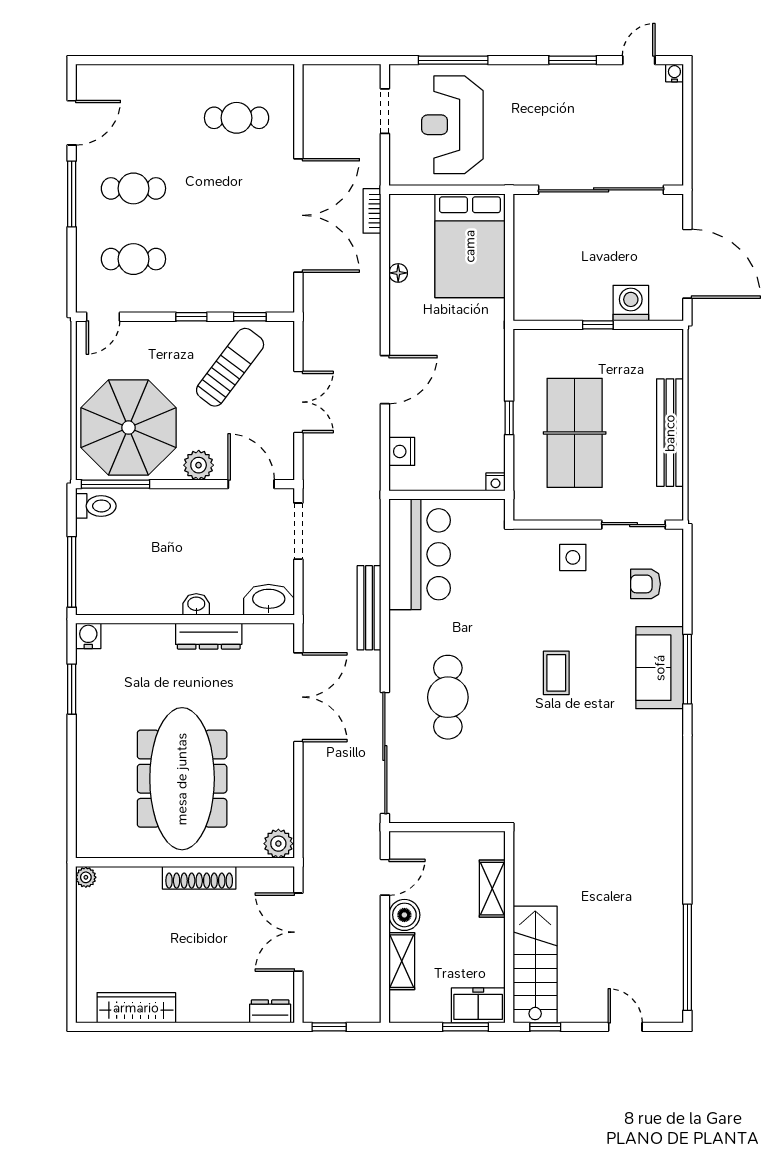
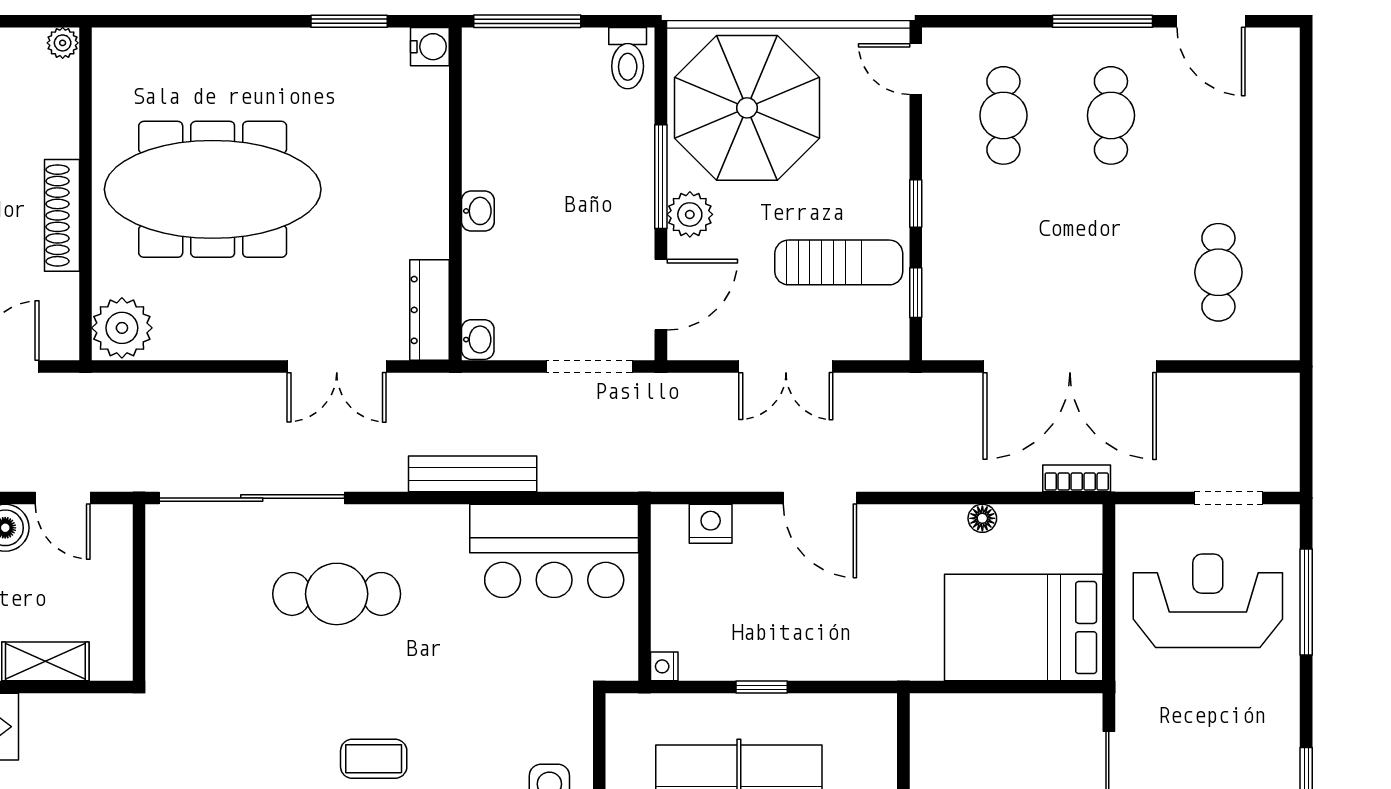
sun lounger: (230, 367) -> (839, 262), turned -37
window: (116, 484) -> (661, 177), moved
washbasin: (269, 600) -> (478, 340), width x0.52, depth x0.69
dresser: (209, 636) -> (430, 310), moved
double door: (298, 697) -> (337, 366), width x0.73
plant: (278, 844) -> (122, 328), width x1.36, depth x1.36

